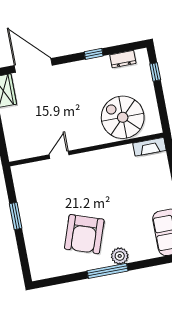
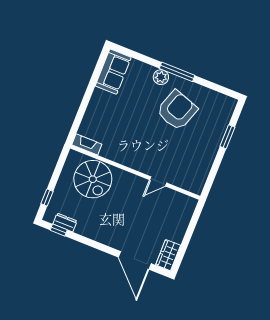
window: (94, 54) -> (59, 230), moved
window: (16, 216) -> (227, 137), moved

